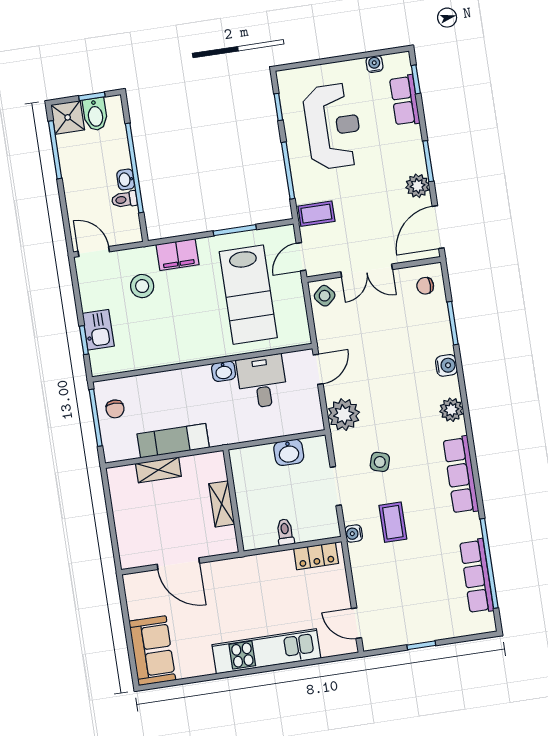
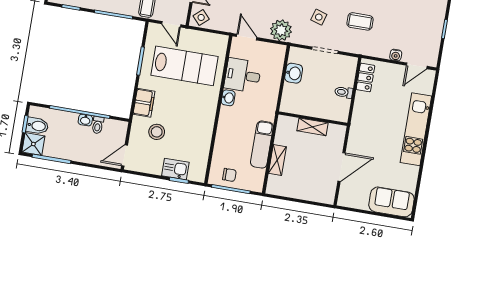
water cooler: (354, 533) -> (396, 55), moved

